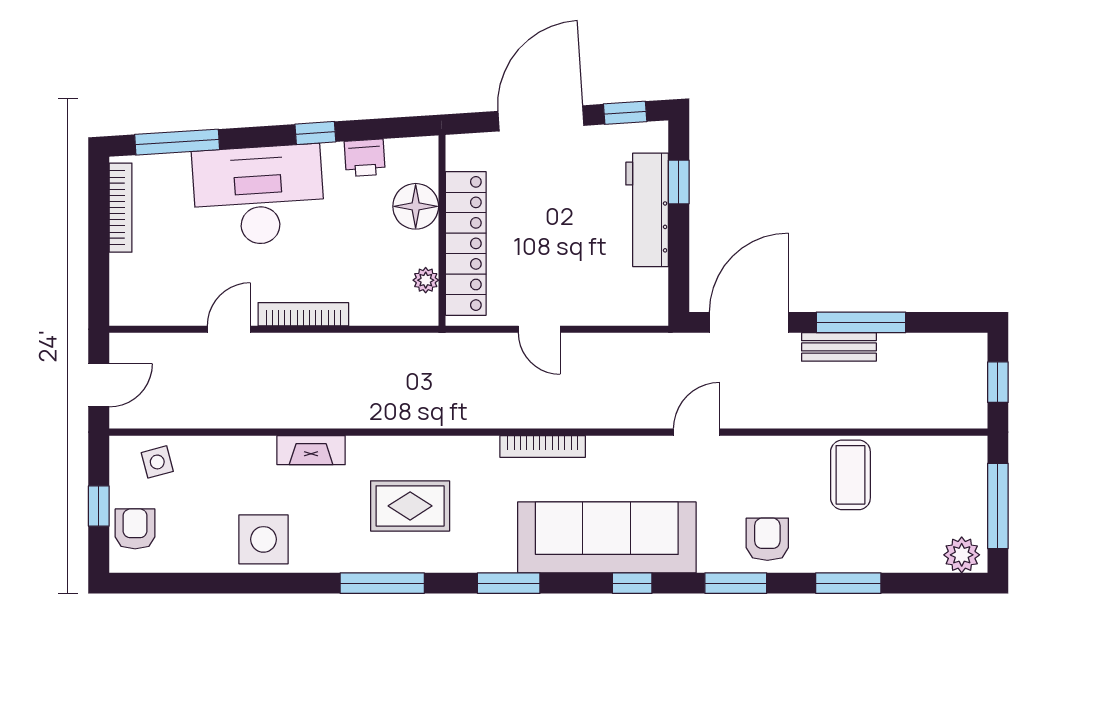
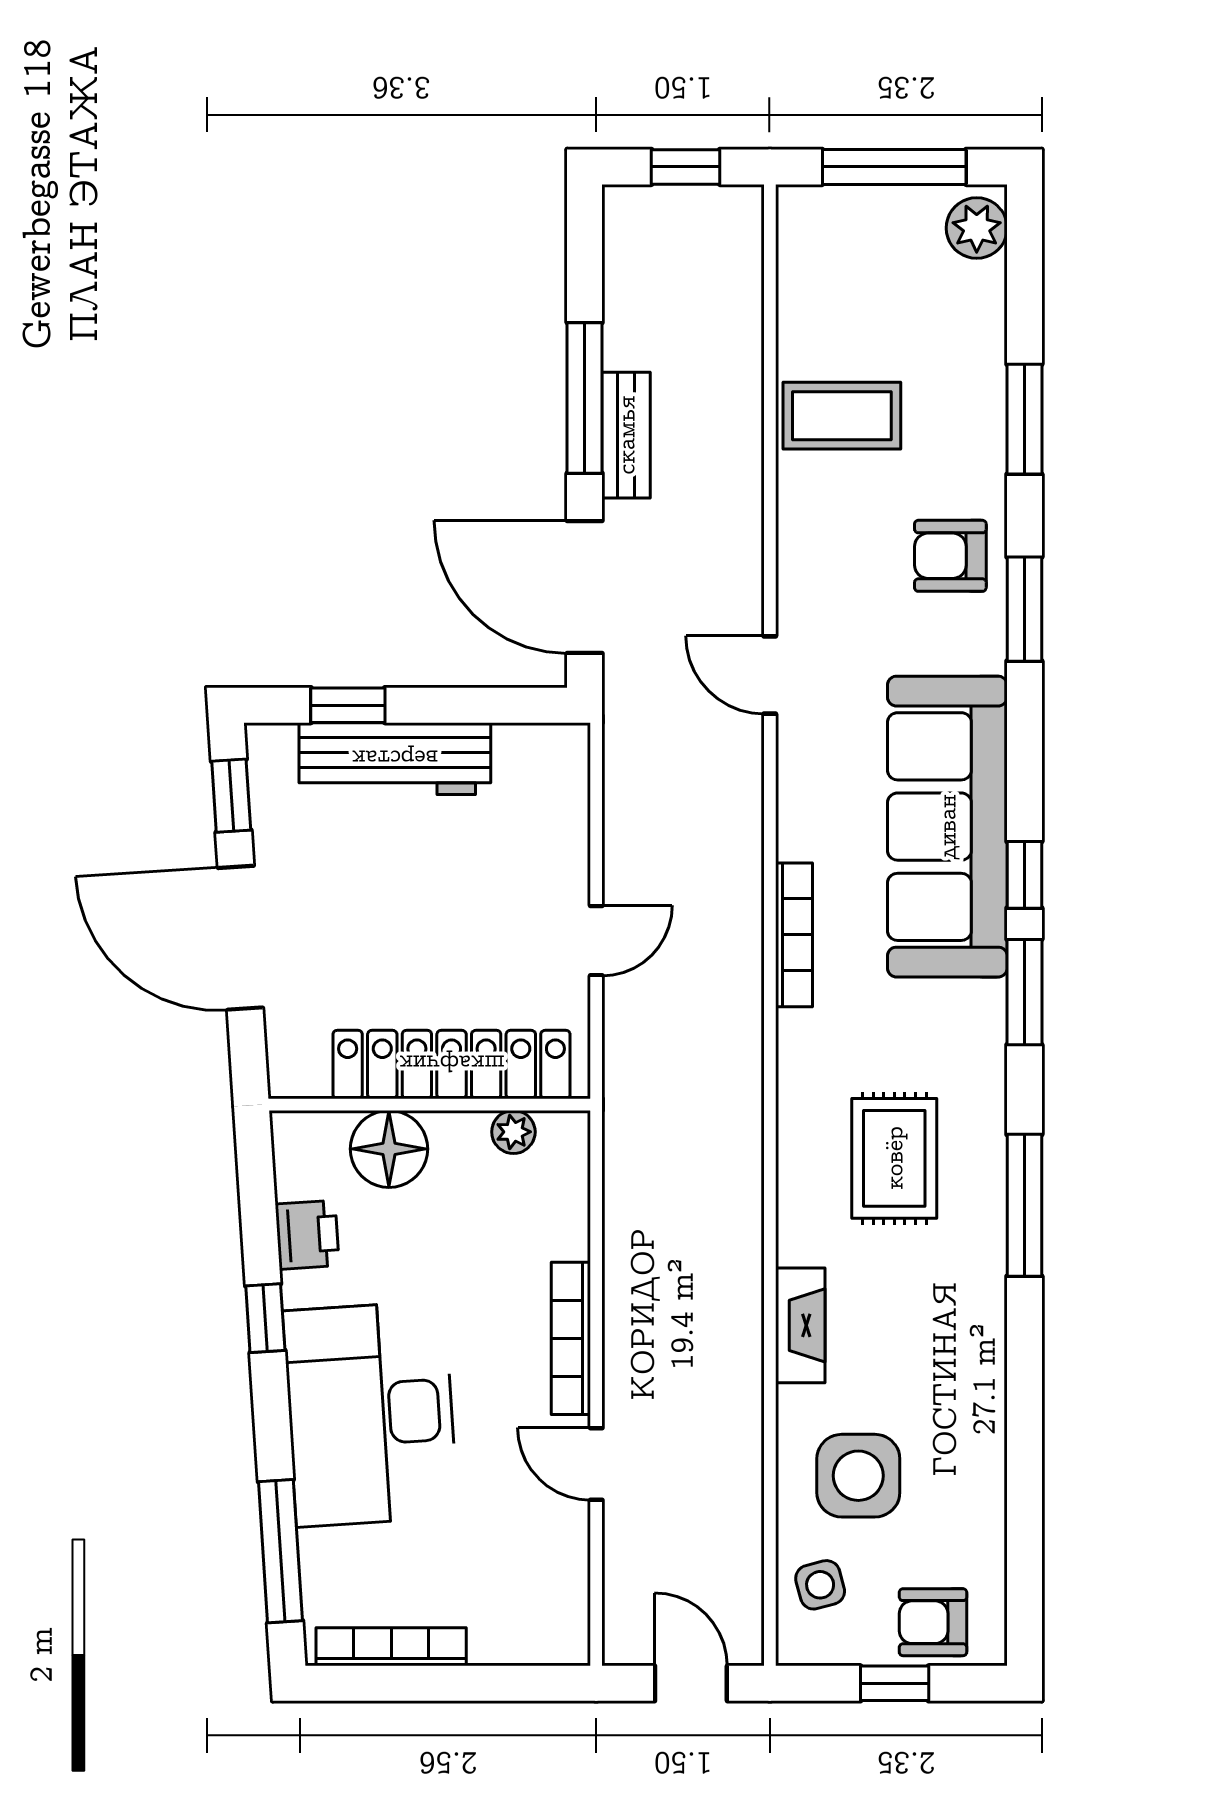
side table: (263, 539) -> (858, 1476), moved
window: (632, 583) -> (1024, 875), moved

